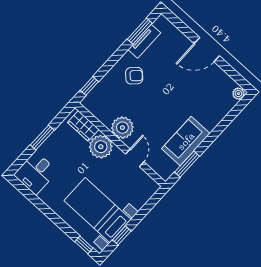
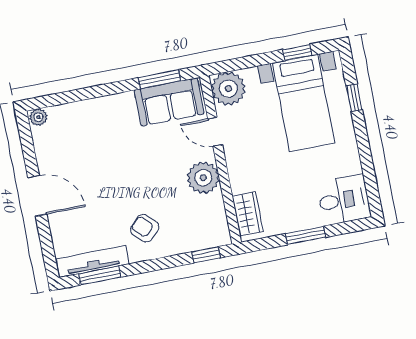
tv unit: (144, 41) -> (93, 262), width x1.41
sofa: (186, 141) -> (169, 102), moved
plant: (101, 147) -> (228, 89), moved
door: (135, 158) -> (215, 132), hinge flipped
window: (84, 245) -> (354, 98), moved

